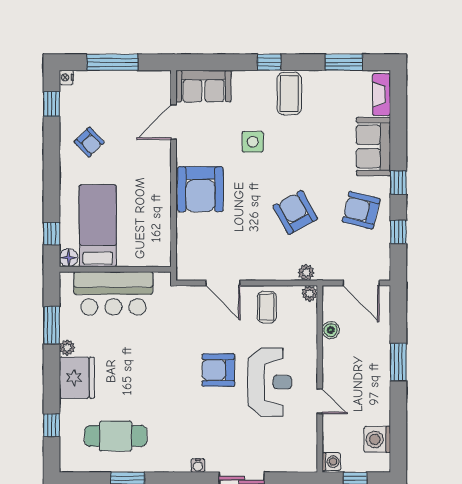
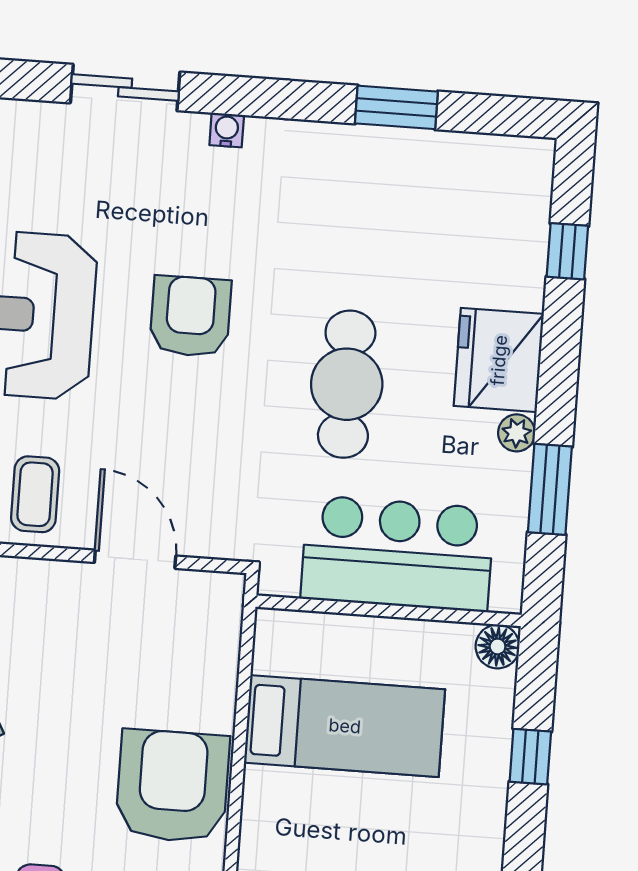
bed: (98, 226) -> (345, 726), moved, turned -90
window: (51, 234) -> (530, 757), moved
armchair: (218, 370) -> (190, 316), moved, turned -90
cafe table: (116, 436) -> (347, 384), moved, turned 90

